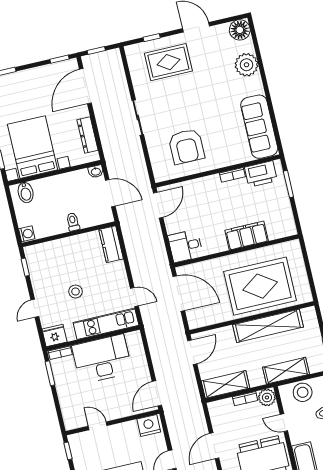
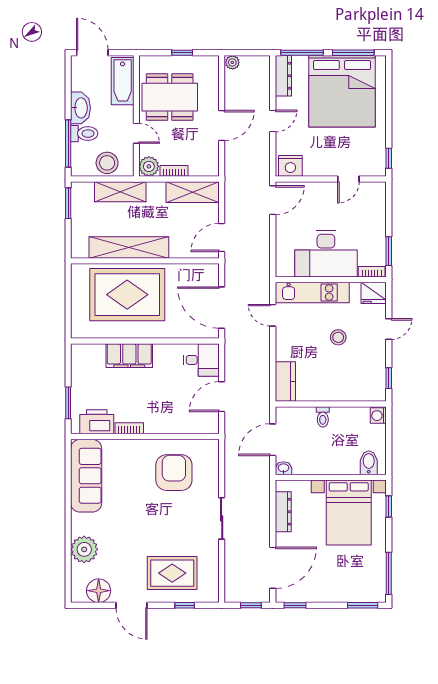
floor lamp: (240, 30) -> (99, 591), moved
door: (110, 193) -> (273, 440), hinge flipped
door: (158, 205) -> (222, 397), moved
door: (98, 426) -> (348, 179), hinge flipped

